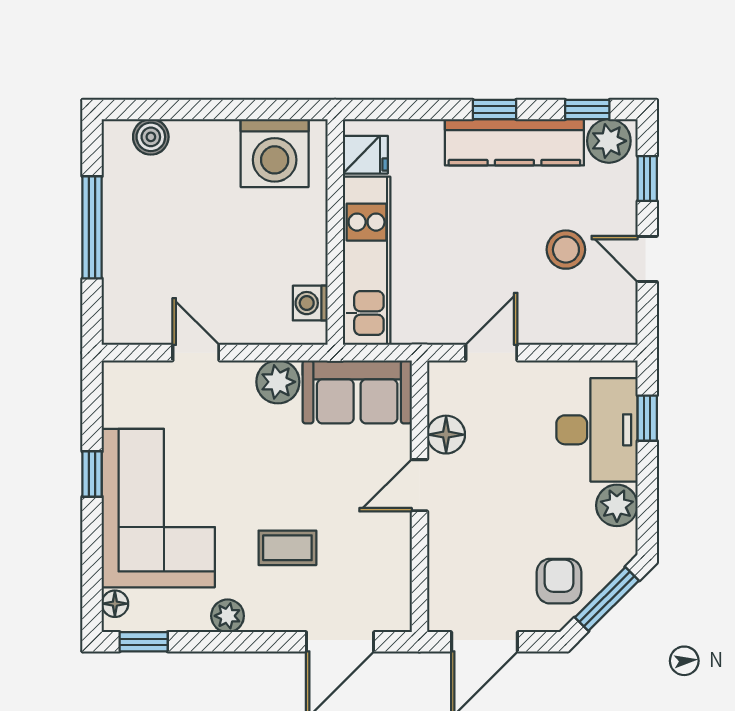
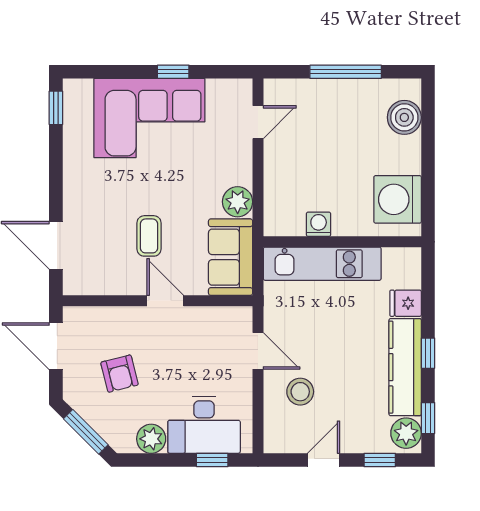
boiler: (151, 137) -> (404, 117), width x1.36, depth x1.36
fridge: (365, 155) -> (406, 303), moved, turned 90
stool: (566, 250) -> (300, 392), moved
washing machine: (310, 303) -> (319, 224), moved
door: (196, 353) -> (258, 122), moved
floor lamp: (446, 435) -> (201, 319), removed
coffee table: (287, 548) -> (149, 236), moved
armchair: (559, 581) -> (119, 374), moved, turned 76
floor lamp: (115, 604) -> (82, 88), removed
plant: (228, 616) -> (74, 167), removed

